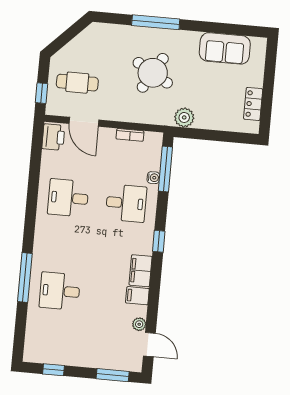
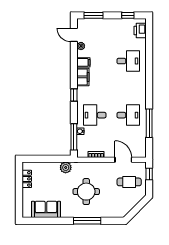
round table: (153, 73) -> (86, 192), turned -30
printer: (53, 137) -> (140, 31), moved
window: (25, 277) -> (149, 123), moved

